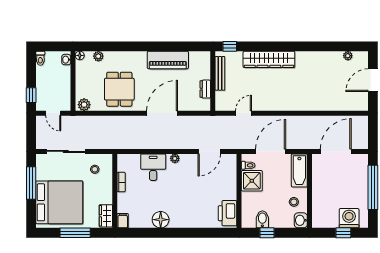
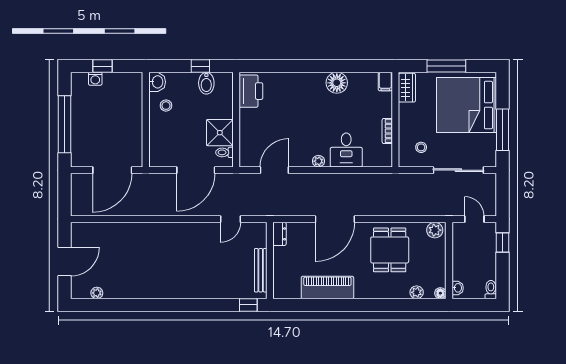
wardrobe: (269, 59) -> (198, 288), removed
dresser: (205, 89) -> (279, 234), moved
bathtub: (299, 171) -> (159, 146), removed
washing machine: (349, 218) -> (95, 79), width x0.53, depth x0.53

